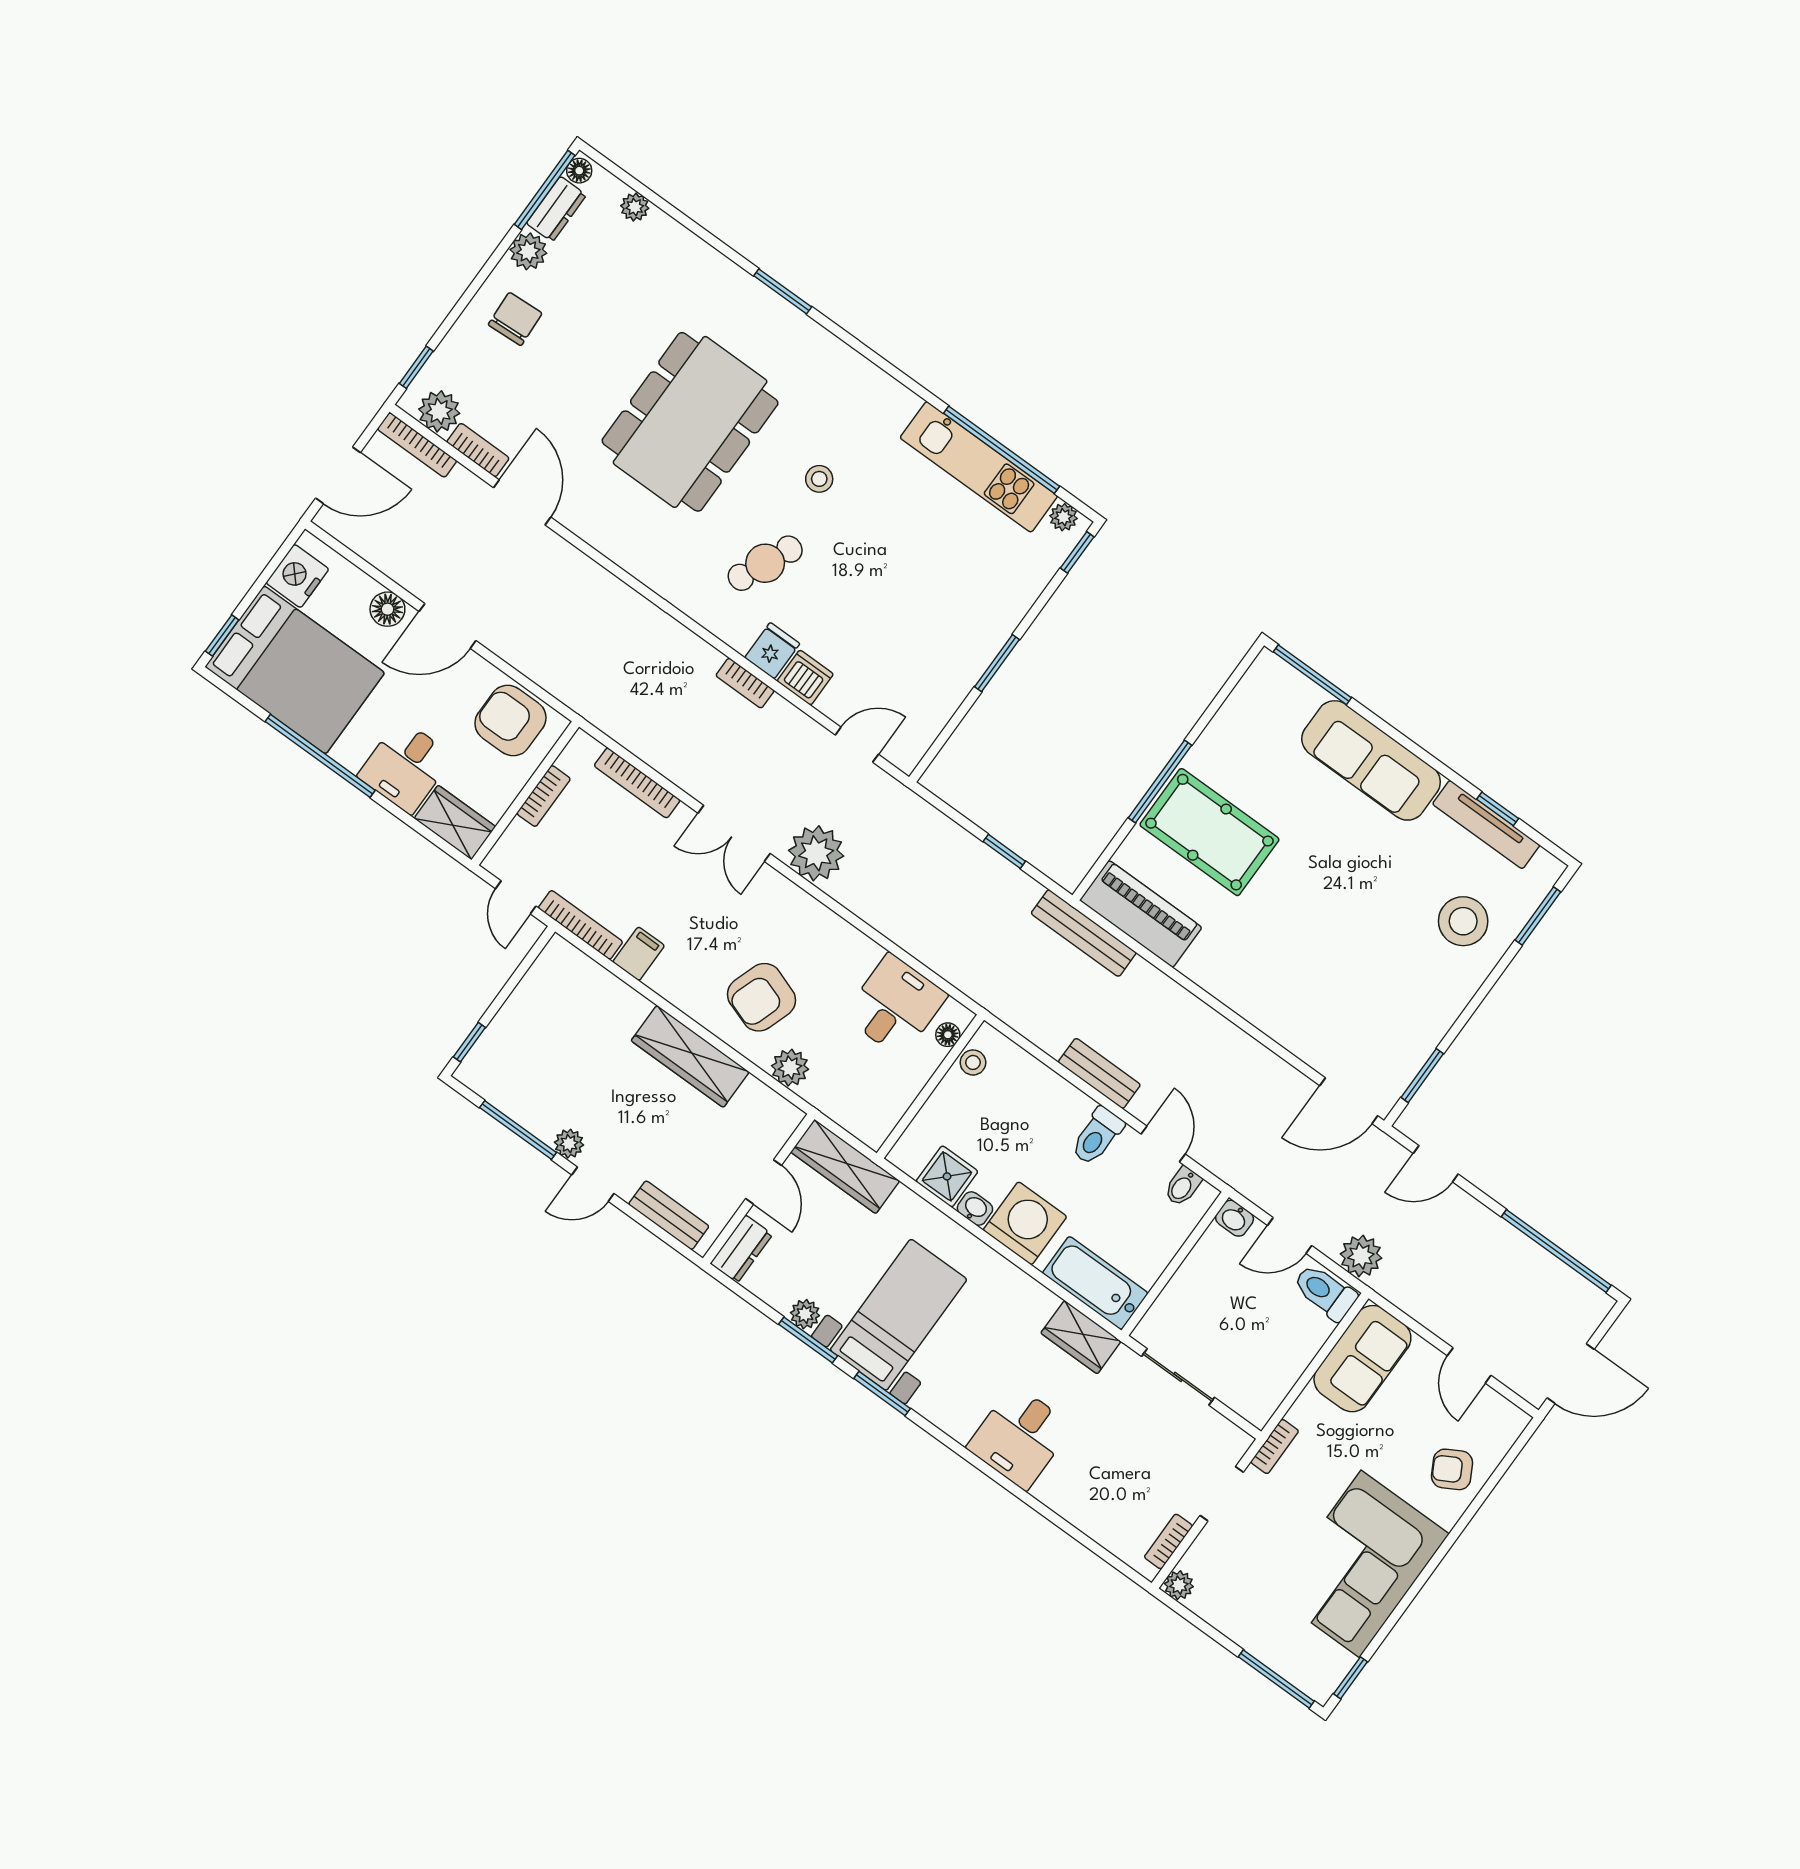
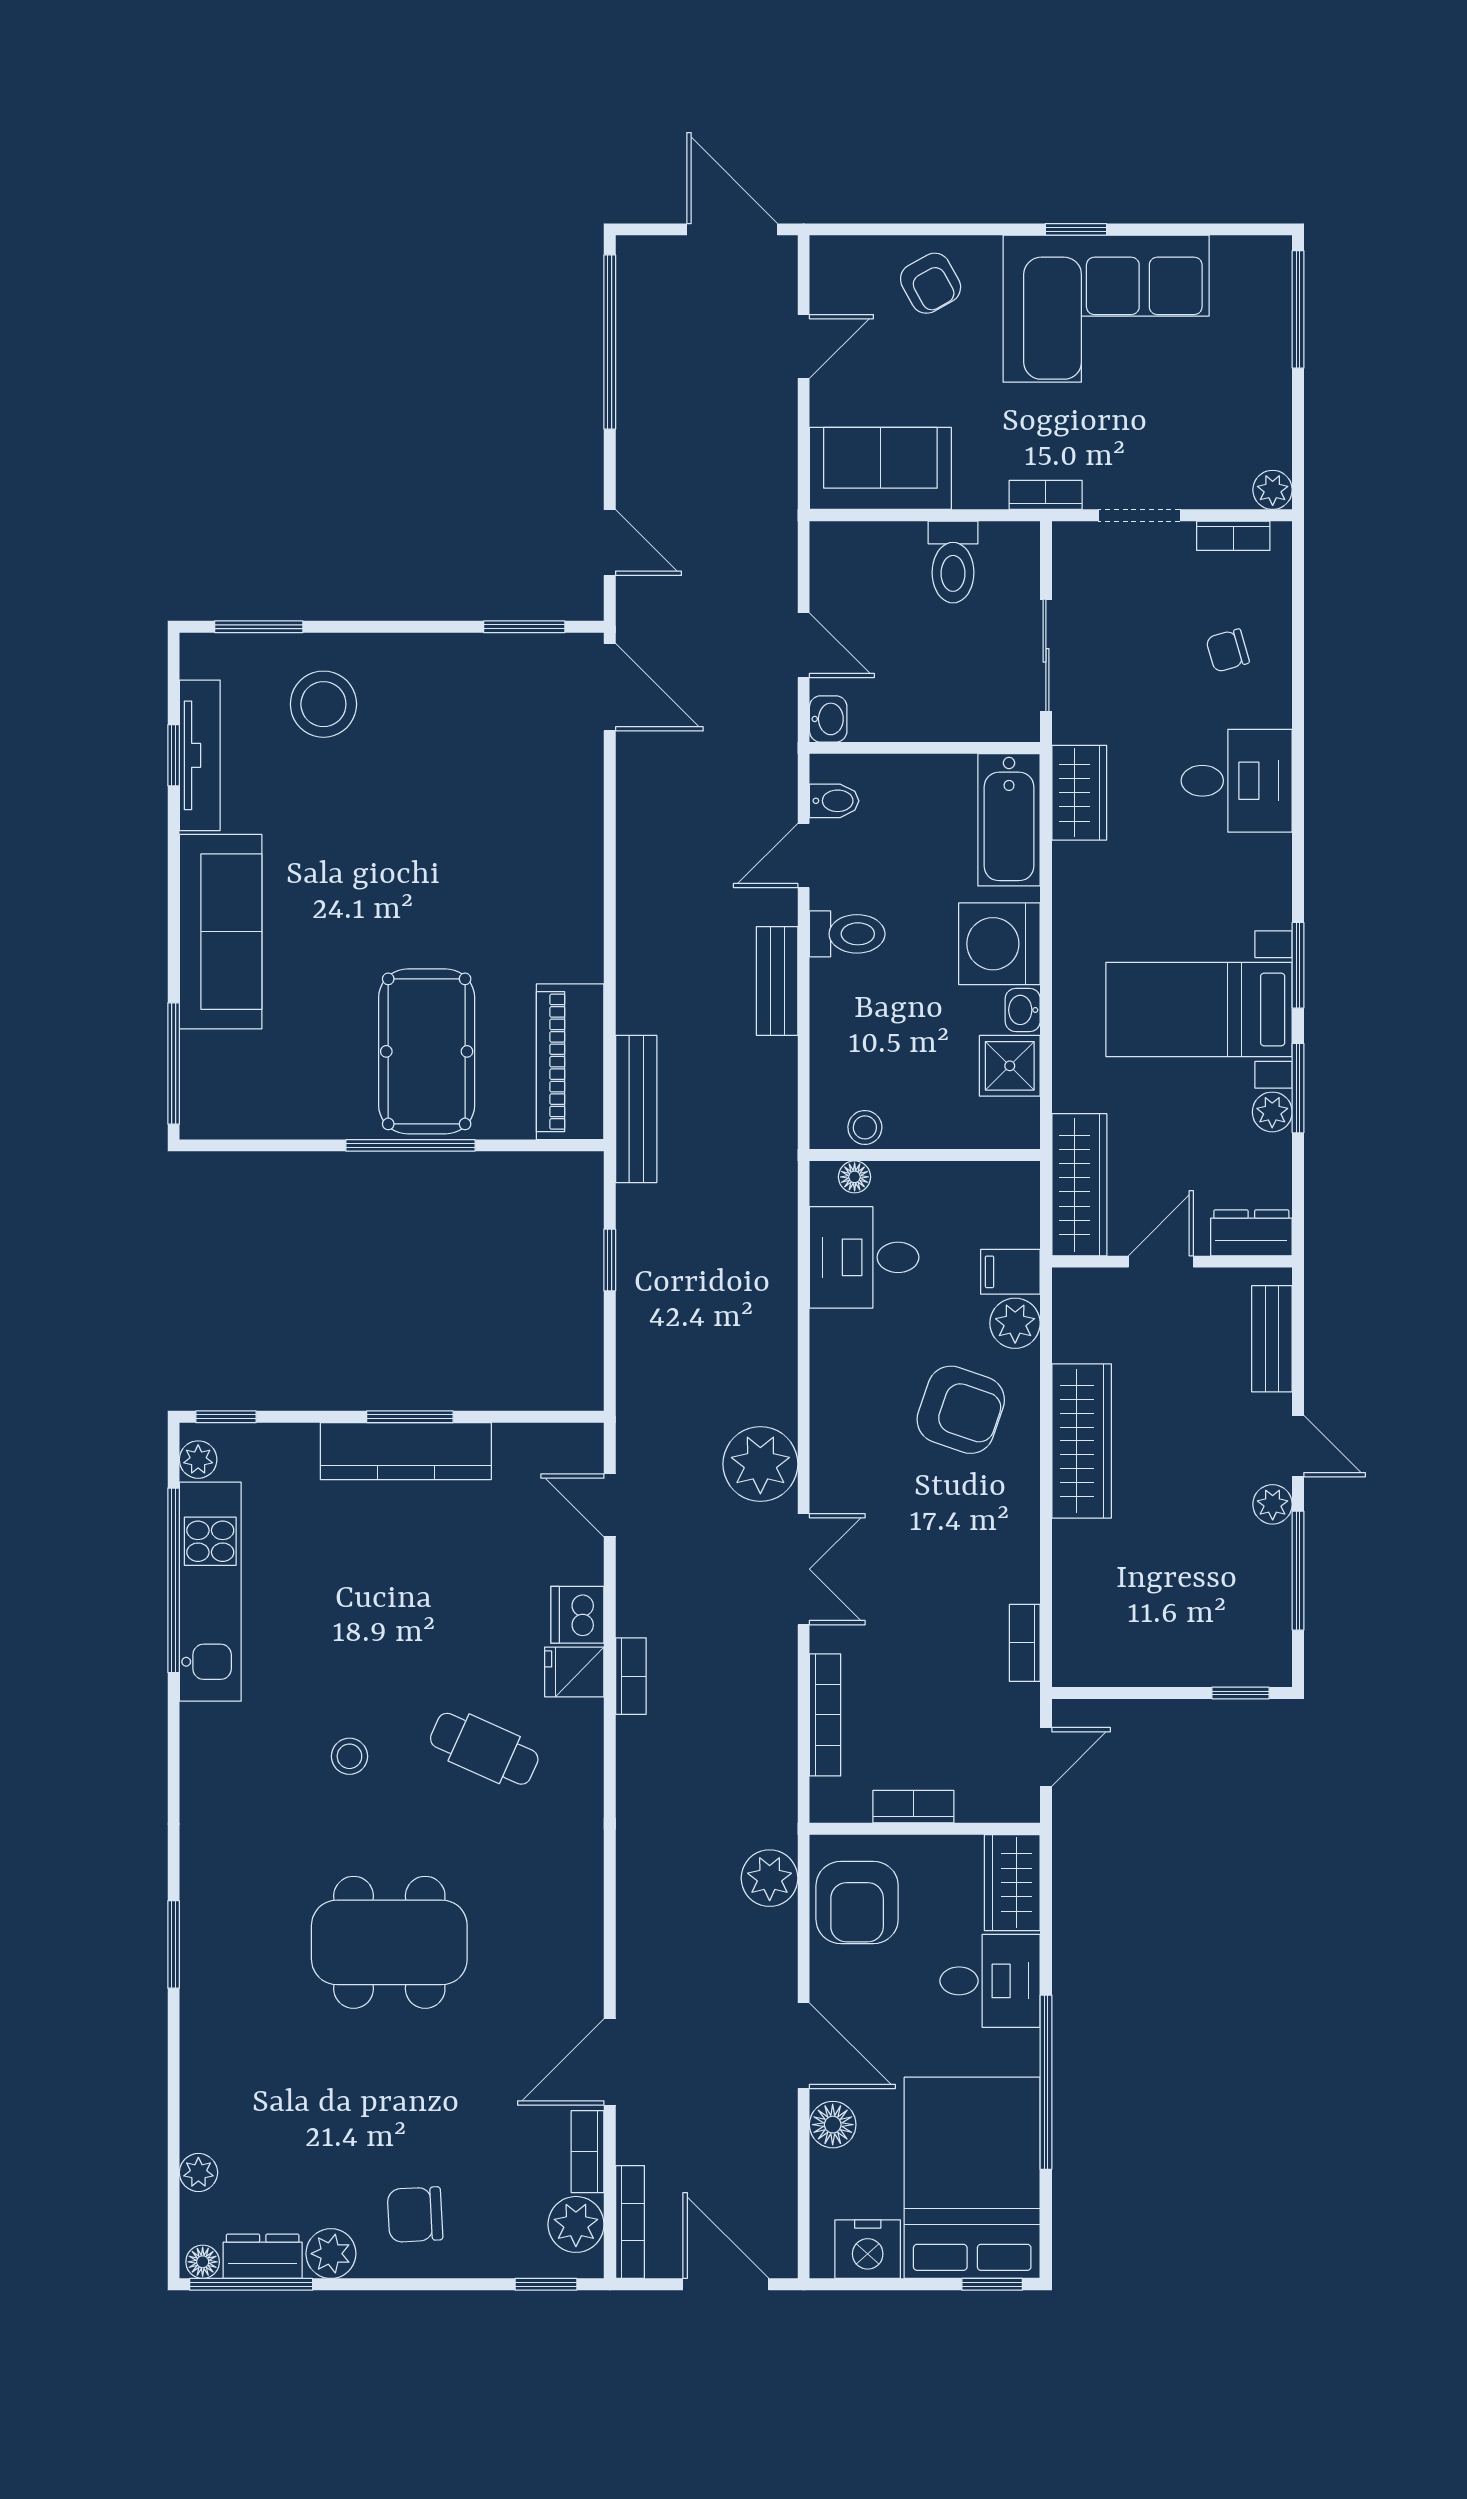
dining table: (690, 422) -> (389, 1942), width x0.73, depth x0.80
kitchen counter: (978, 646) -> (406, 1451), added
bookcase: (580, 925) -> (1025, 1643), width x0.64
filing cabinet: (639, 954) -> (1010, 1272), moved
plant: (1361, 1256) -> (770, 1878), moved
toilet: (1325, 1292) -> (953, 562), moved
chair: (1102, 1488) -> (1228, 651), added
window: (1350, 1678) -> (1076, 229), moved

